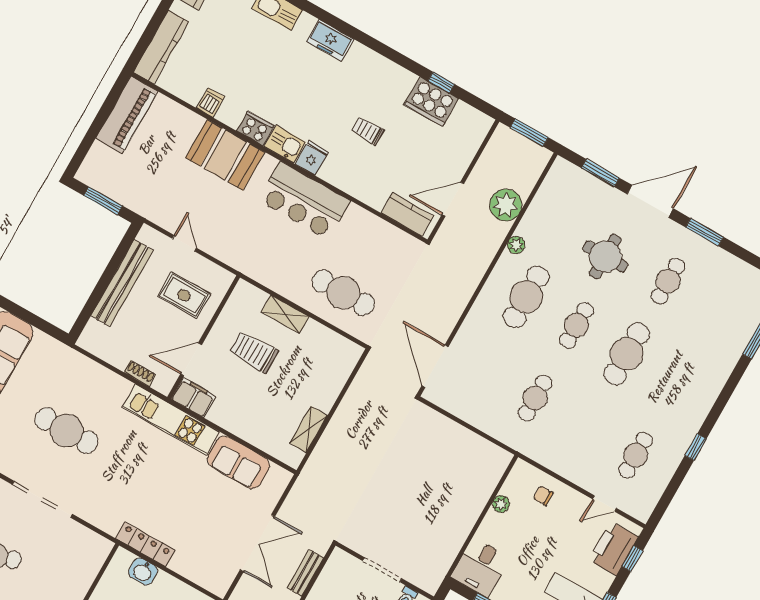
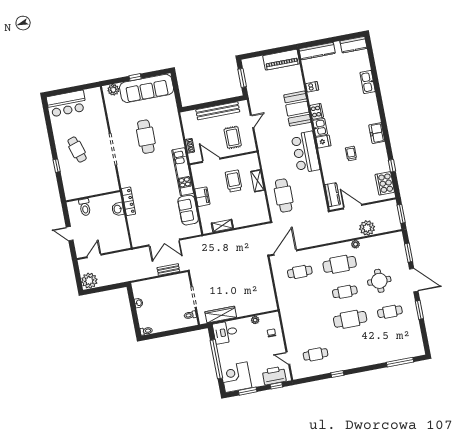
freezer: (330, 40) -> (377, 133), moved
cooker: (431, 102) -> (385, 183), moved
filing cabinet: (193, 398) -> (202, 197), moved
cafe table: (535, 398) -> (300, 272), moved
wardrobe: (446, 551) -> (221, 315), added

